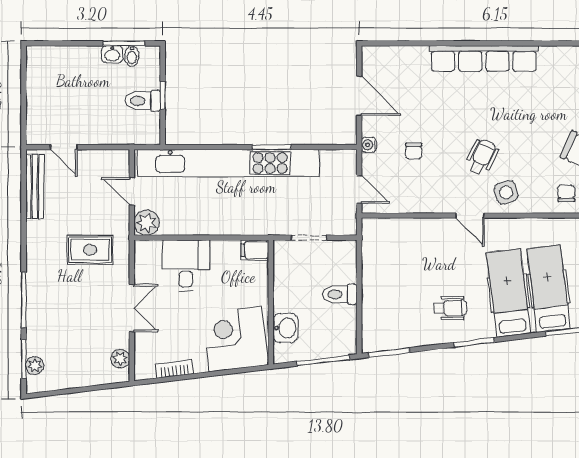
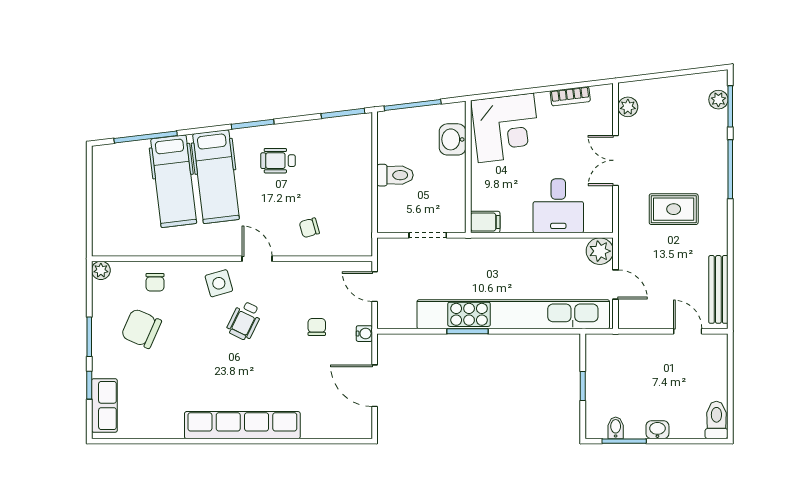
washbasin: (112, 54) -> (657, 430), moved
toilet: (143, 101) -> (716, 420), moved, turned -90
chair: (421, 245) -> (309, 228), added
rug: (90, 250) -> (674, 209), moved

